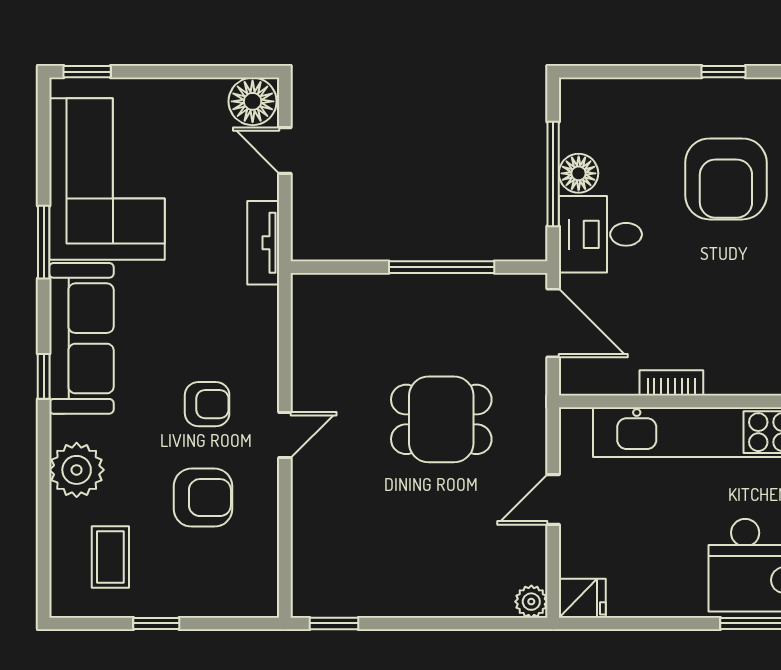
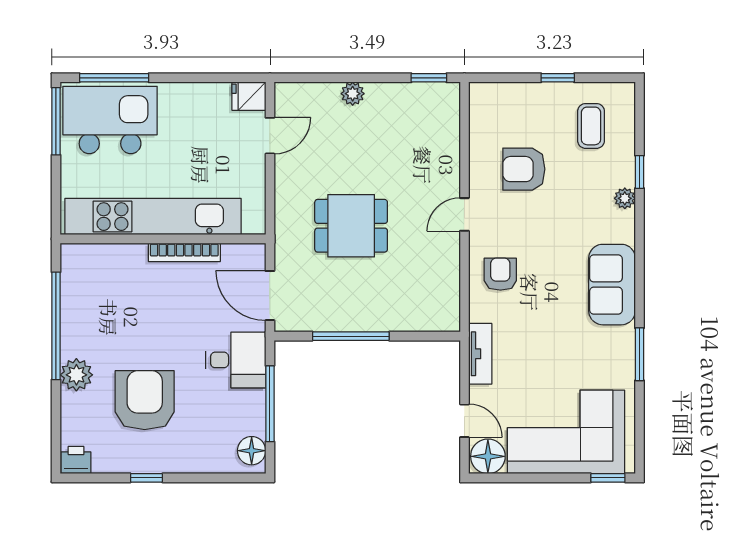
floor lamp: (579, 173) -> (252, 451), moved
corner sofa: (107, 179) -> (566, 432), moved, turned 90
sofa: (81, 338) -> (612, 285), width x0.73
window: (44, 376) -> (639, 172), moved
bookcase: (671, 383) -> (184, 252), width x1.56
armchair: (207, 404) -> (500, 274), moved, turned 90
plant: (77, 470) -> (625, 198), width x0.53, depth x0.53
door: (553, 499) -> (270, 136), moved
plant: (531, 602) -> (353, 94), moved

